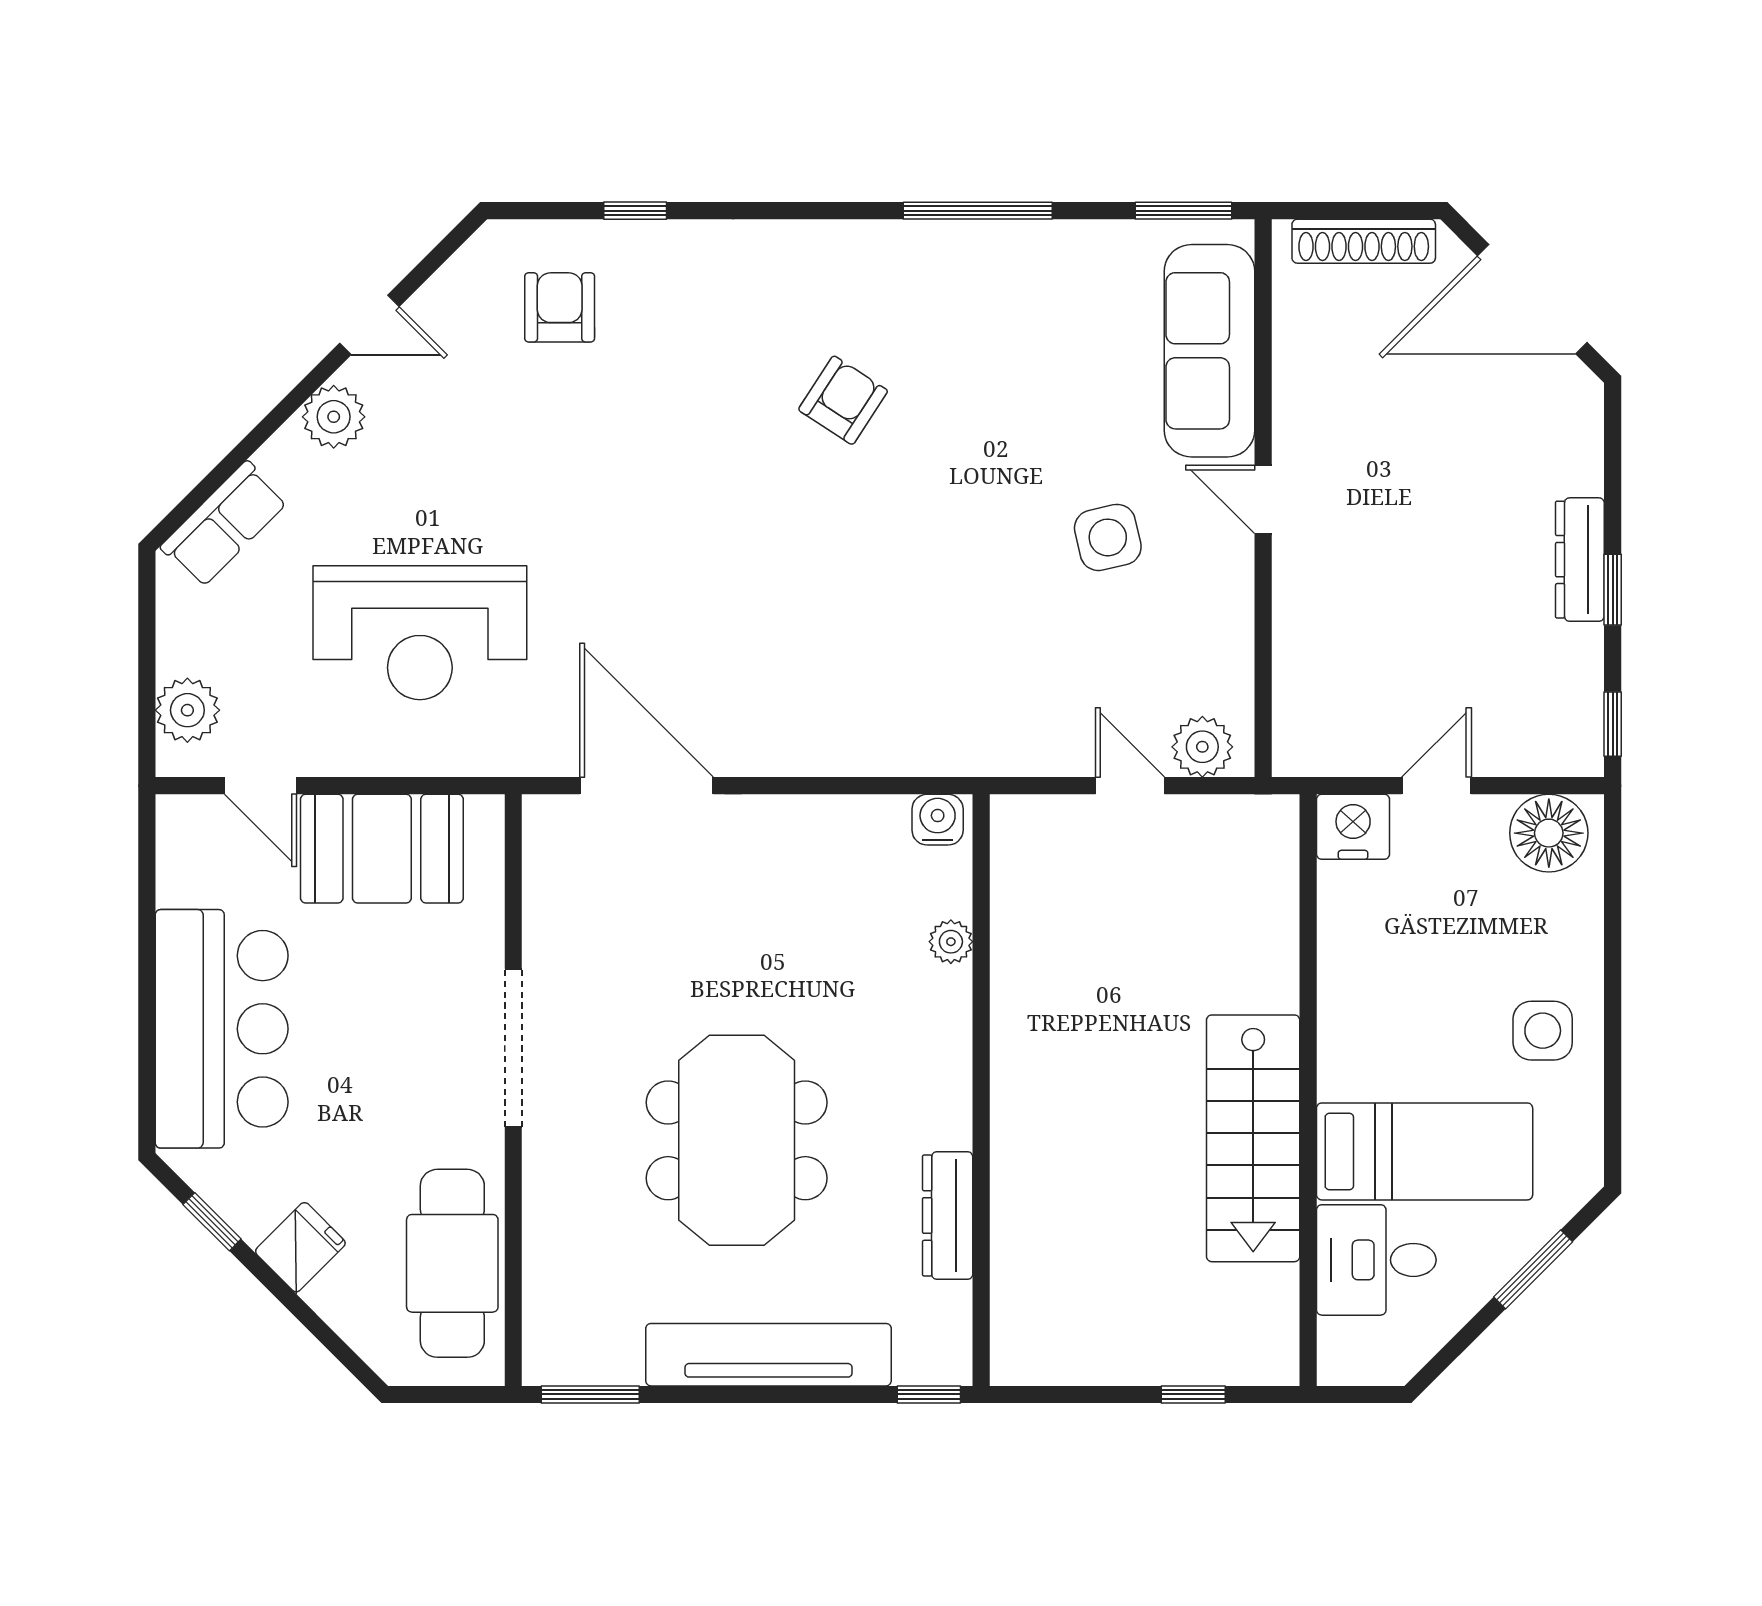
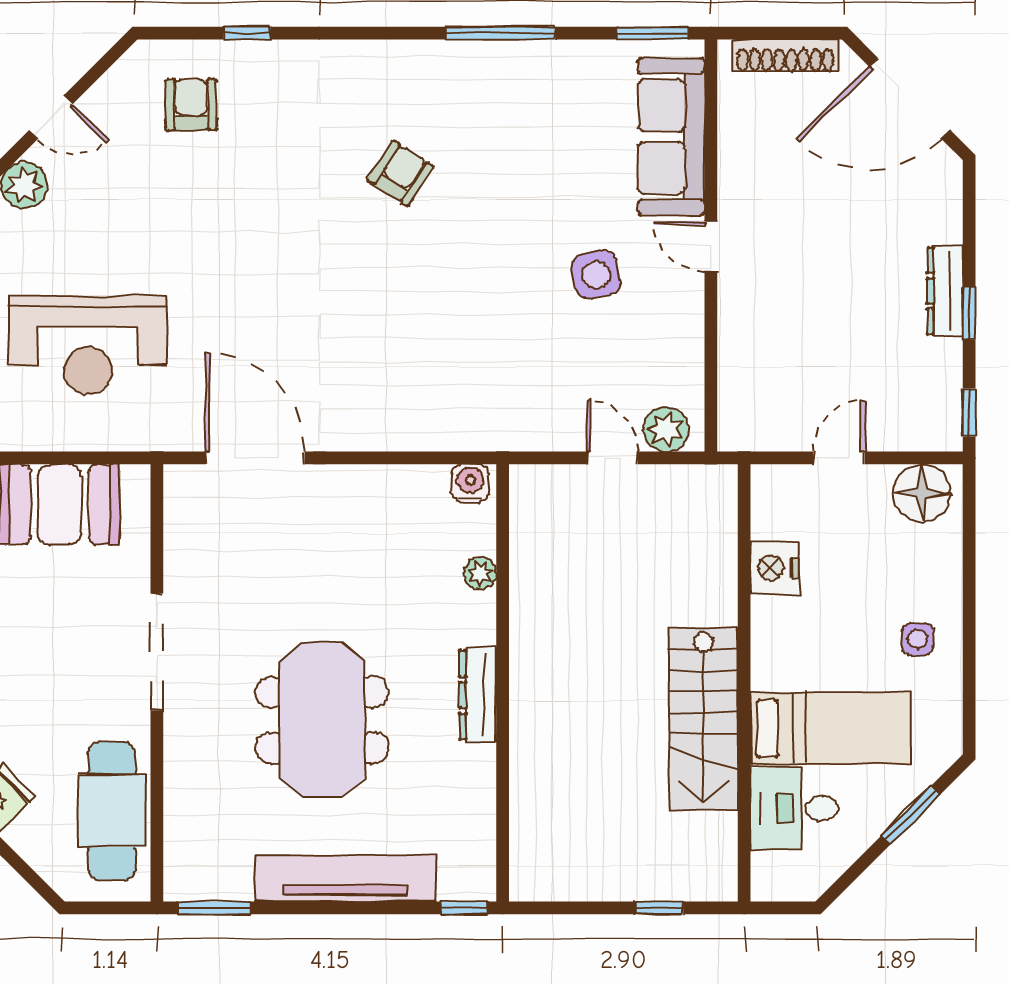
nightstand: (1353, 827) -> (775, 568), moved, turned -90
side table: (1543, 1031) -> (918, 639), width x0.73, depth x0.73
dresser: (948, 1216) -> (478, 695), moved

